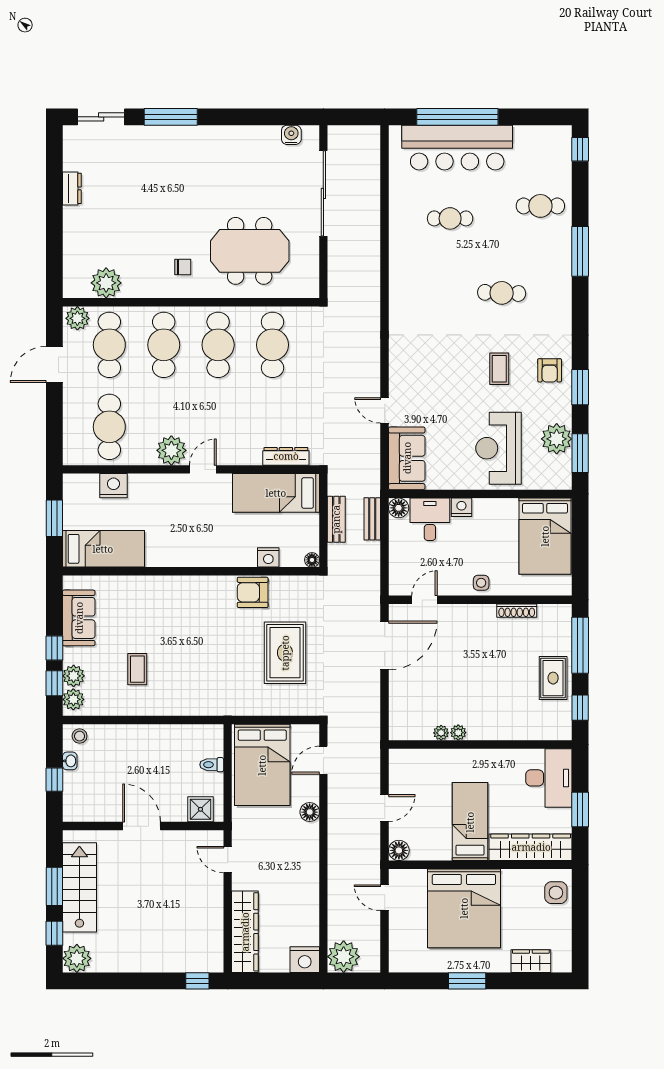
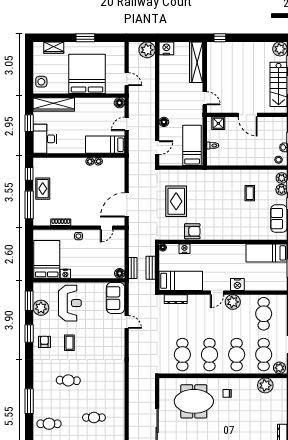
nightstand: (113, 486) -> (237, 284), moved
nightstand: (461, 507) -> (65, 274), moved
desk: (430, 519) -> (104, 268), removed
bed: (262, 765) -> (192, 145), width x0.67
bed: (470, 822) -> (105, 145), moved, turned 90

